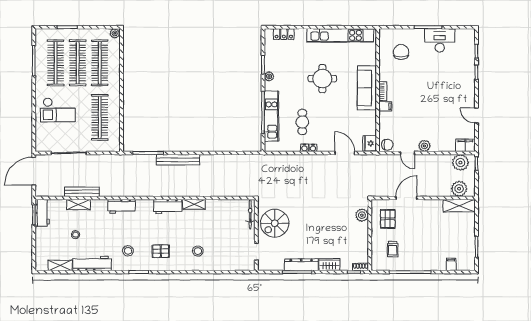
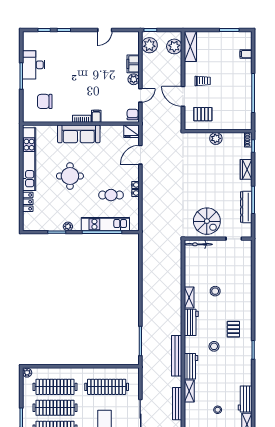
locker: (284, 34) -> (28, 202), moved
filing cabinet: (465, 145) -> (133, 64), moved
bench: (178, 160) -> (177, 356), moved
shelving: (78, 205) -> (189, 391), moved
plant: (362, 215) -> (216, 138), moved
trolley: (393, 249) -> (203, 81), moved
stool: (128, 251) -> (214, 346), moved
stool: (198, 251) -> (215, 291), moved
workbench: (92, 264) -> (245, 399), width x0.73
dresser: (301, 265) -> (246, 207), moved

